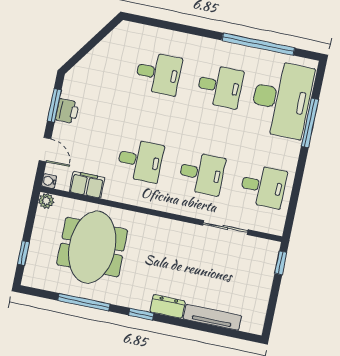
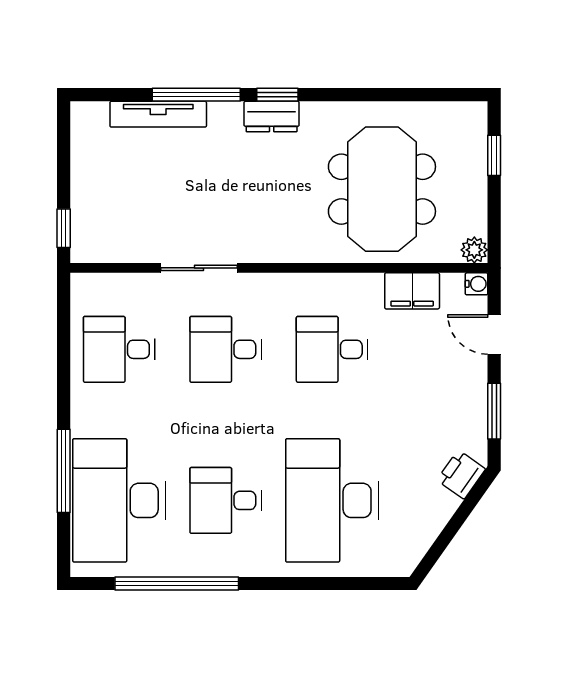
desk: (159, 73) -> (332, 500), width x1.87, depth x1.30
printer: (67, 111) -> (461, 474), moved, turned 35
sliding door: (225, 227) -> (199, 268), moved
window: (84, 302) -> (196, 95), moved
dresser: (168, 307) -> (272, 117), moved

